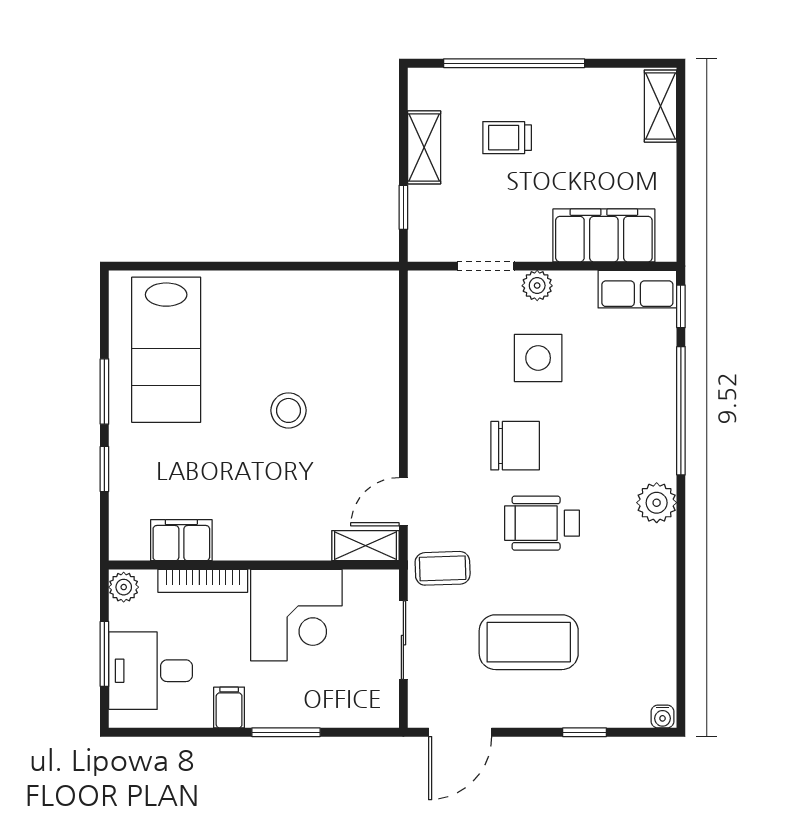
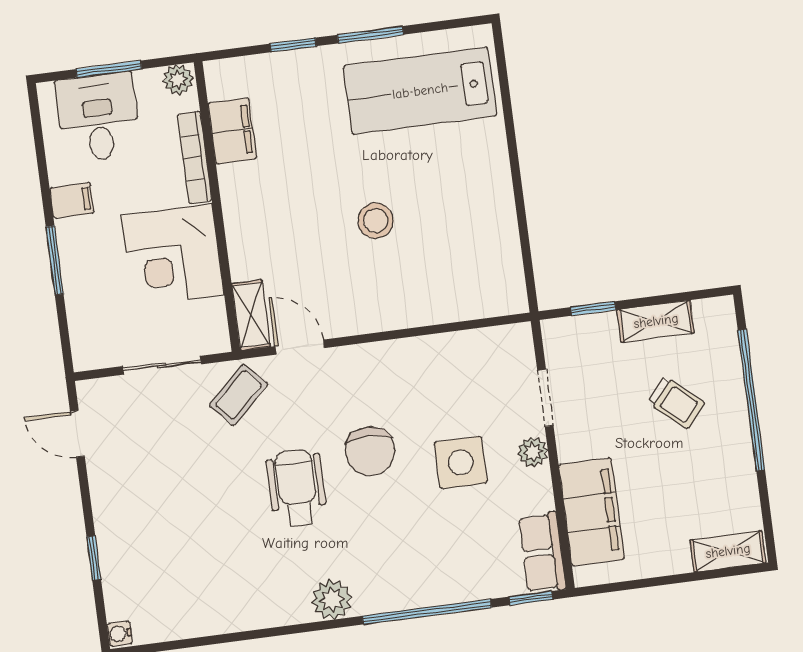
trolley: (507, 138) -> (676, 403), turned 131
coffee table: (443, 568) -> (238, 395), turned 49
coffee table: (529, 642) -> (176, 490), removed
door: (460, 732) -> (77, 434), width x0.73

